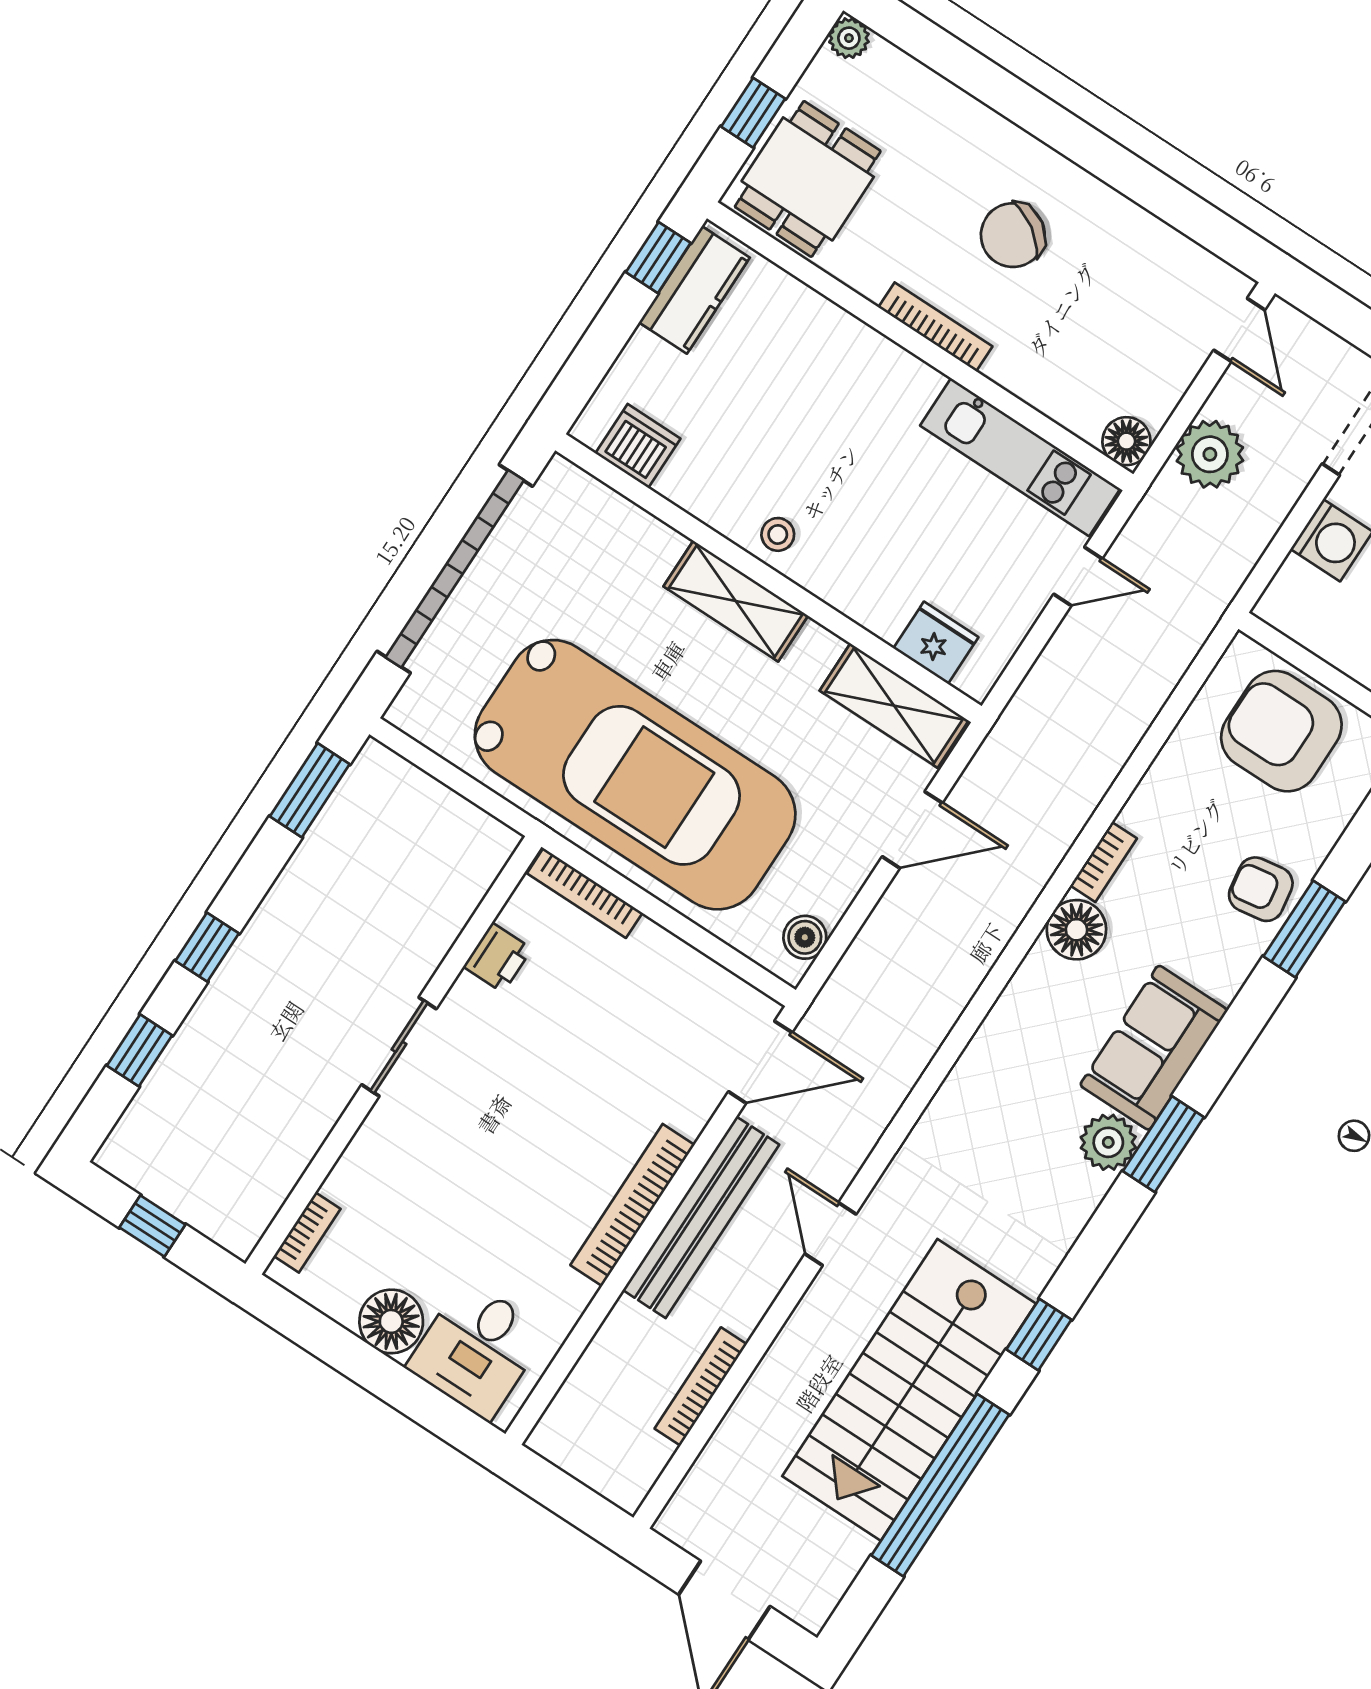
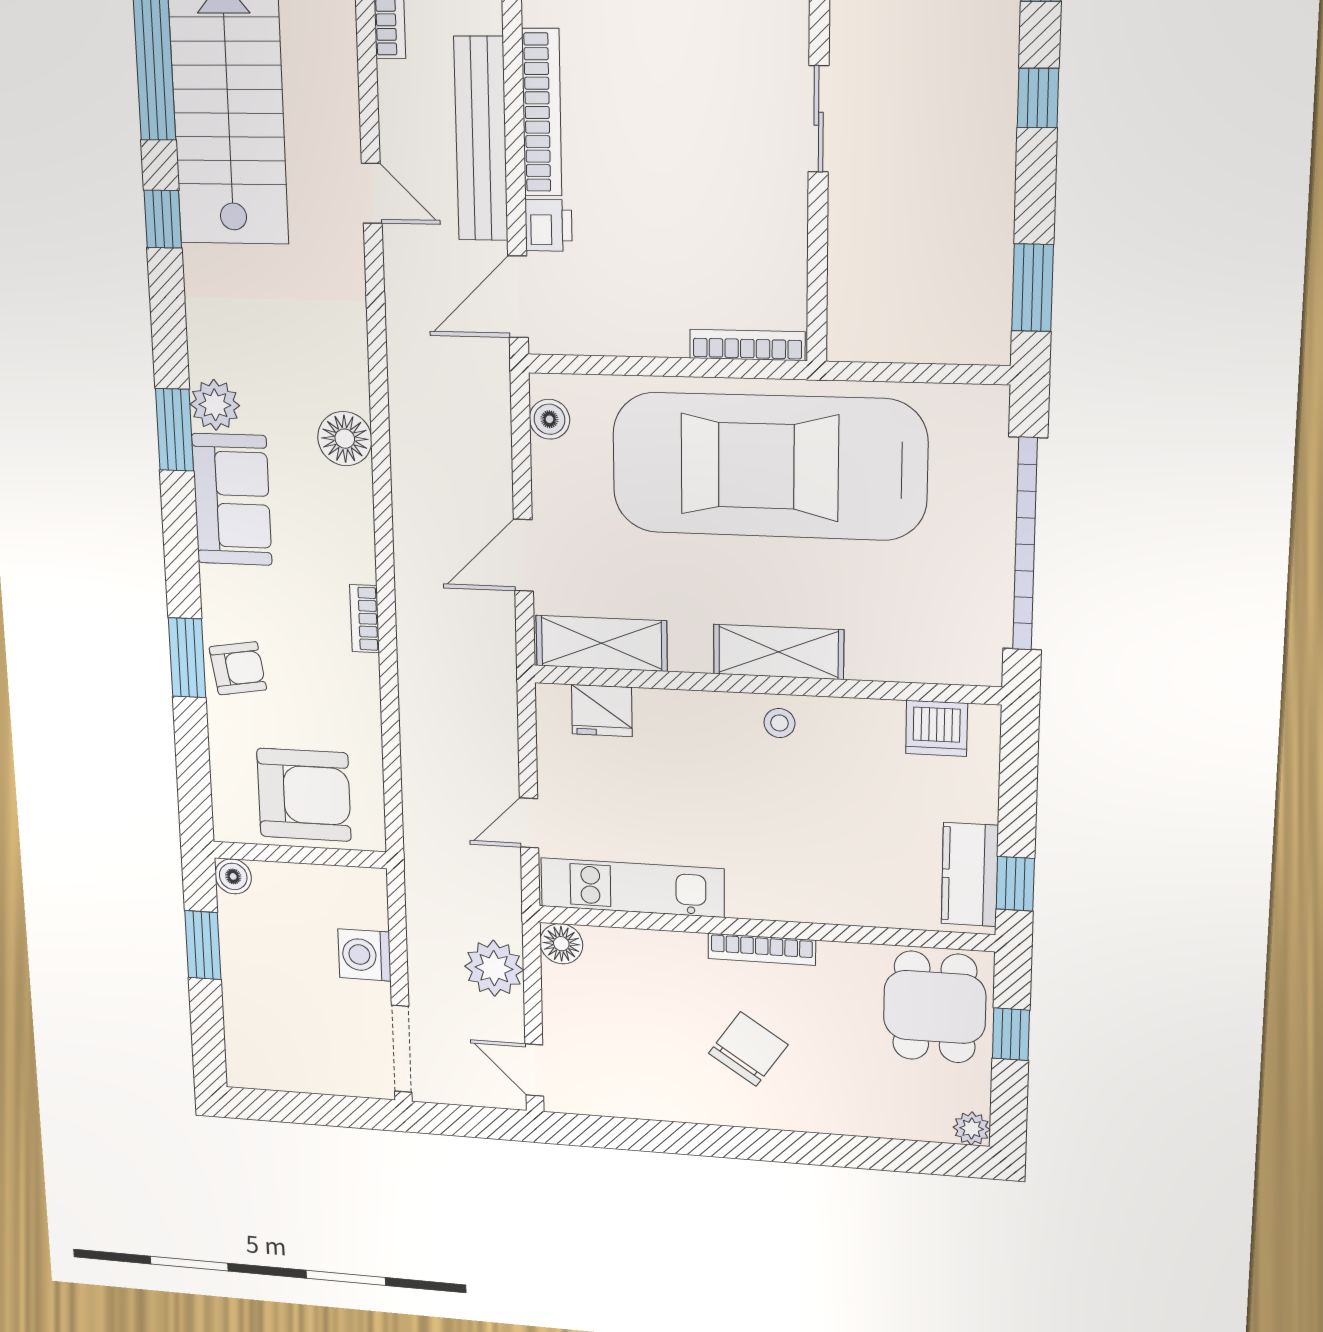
floor lamp: (1076, 930) -> (345, 439), moved
printer: (498, 958) -> (549, 225), moved, turned 180

